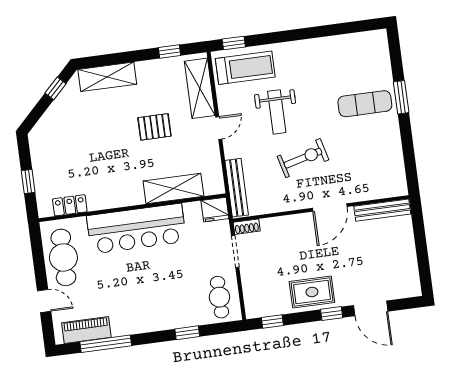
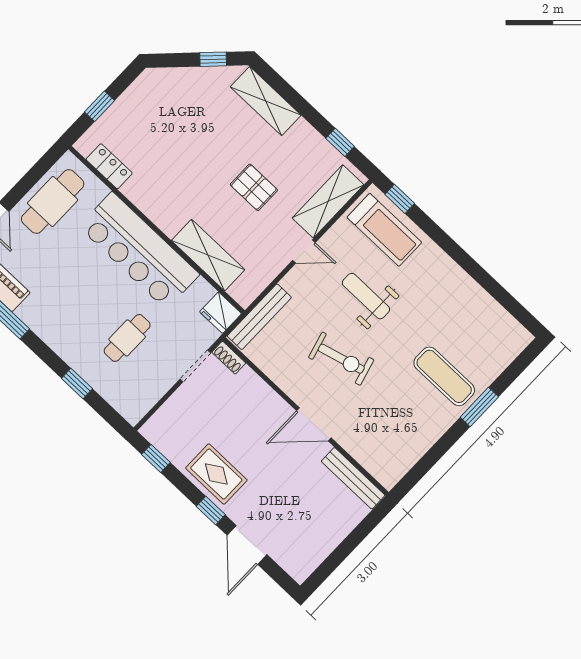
weight bench: (277, 112) -> (366, 296), turned 90
cafe table: (219, 297) -> (127, 338), moved

